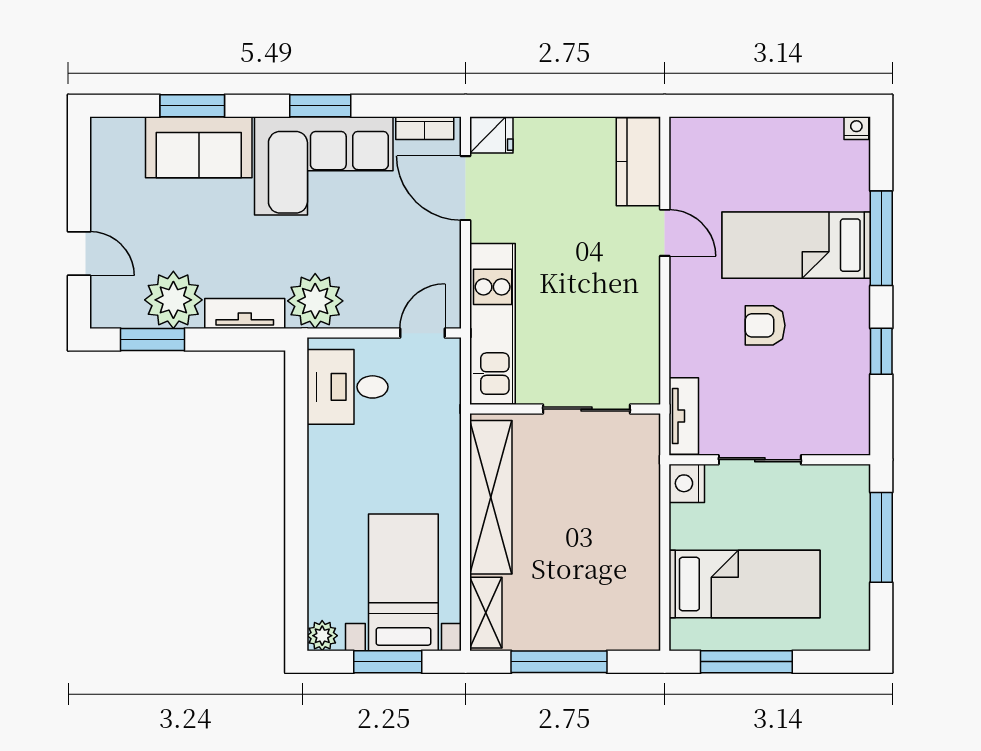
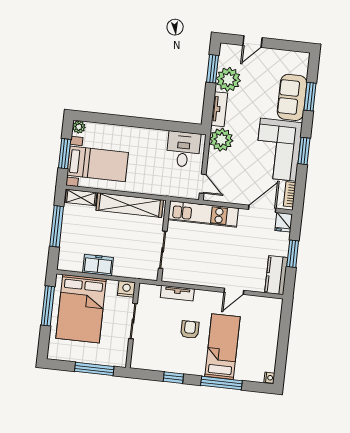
window: (562, 106) -> (293, 254), added
kitchen counter: (638, 162) -> (276, 275), moved, turned -90
tv unit: (684, 416) -> (177, 293), moved
freezer: (638, 555) -> (98, 265), added
bed: (744, 584) -> (81, 309), width x1.50

